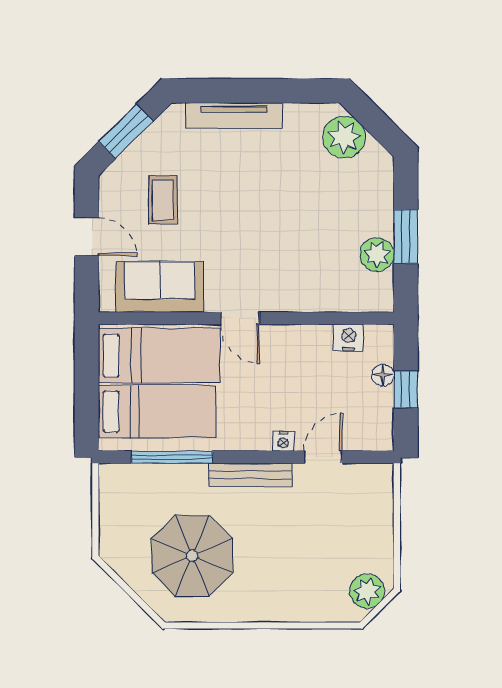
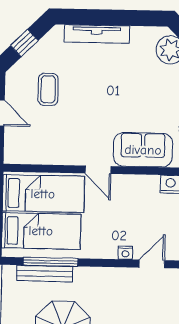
window: (126, 131) -> (24, 43), width x0.67
sofa: (160, 287) -> (143, 150), moved
bench: (250, 475) -> (45, 273), moved

